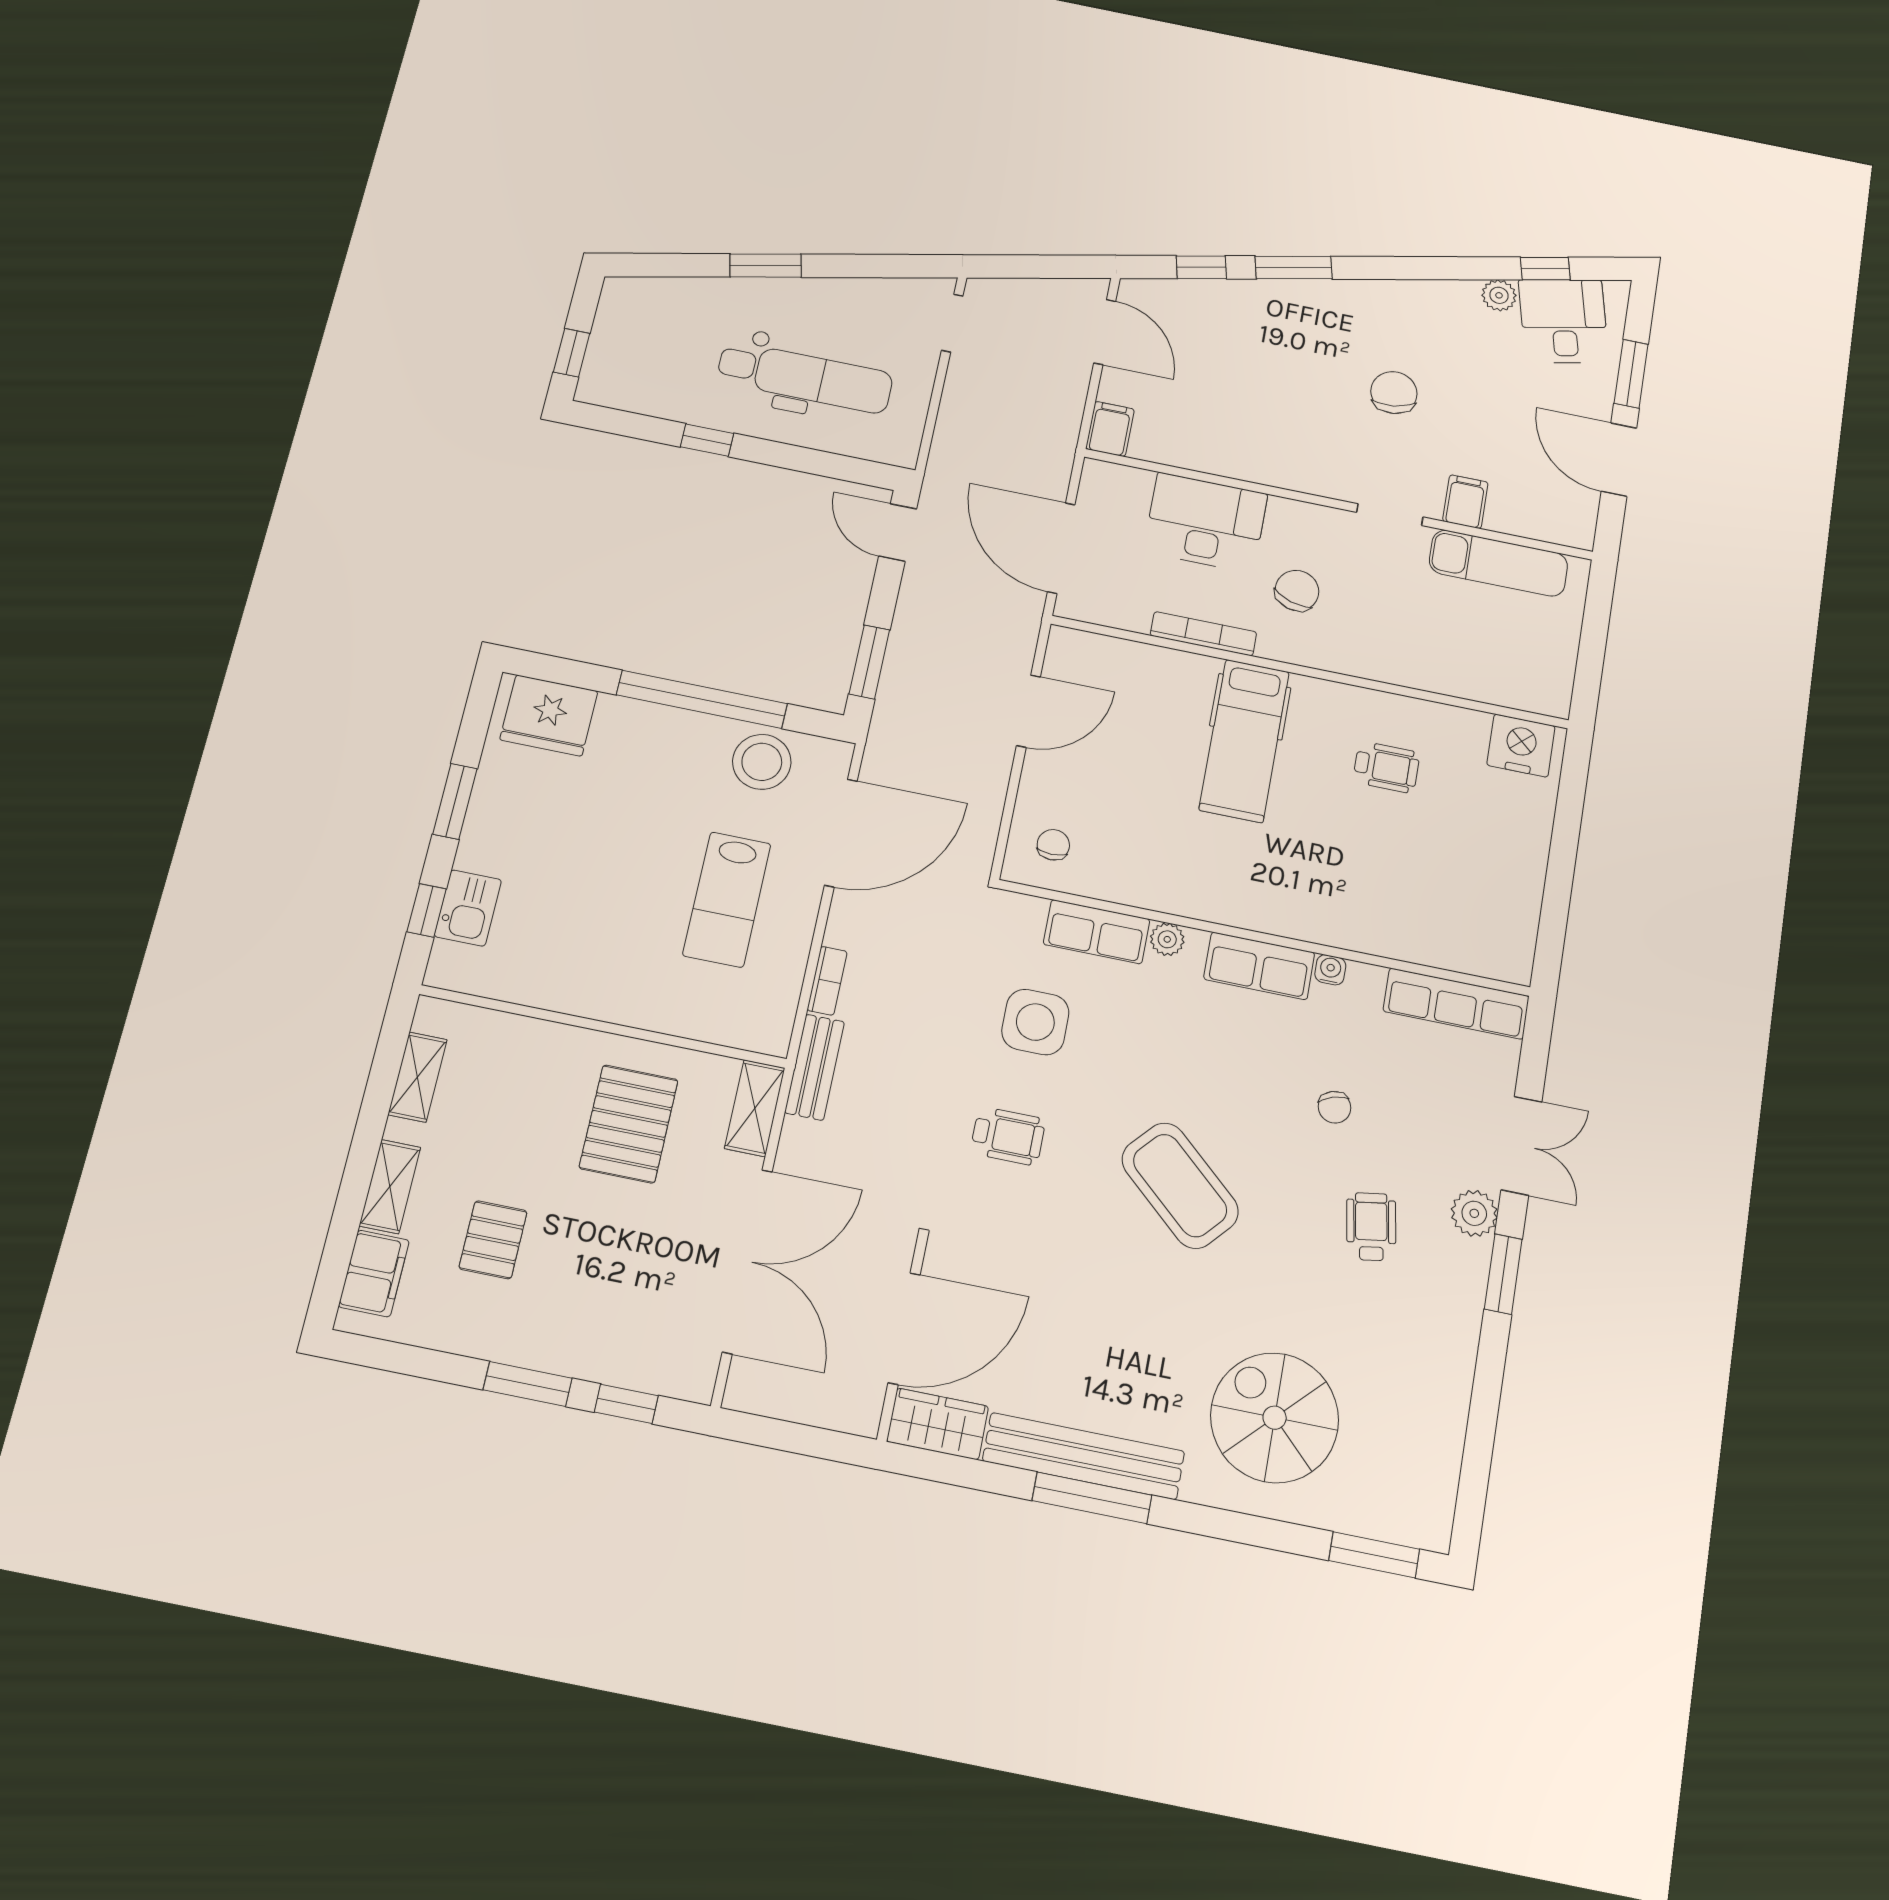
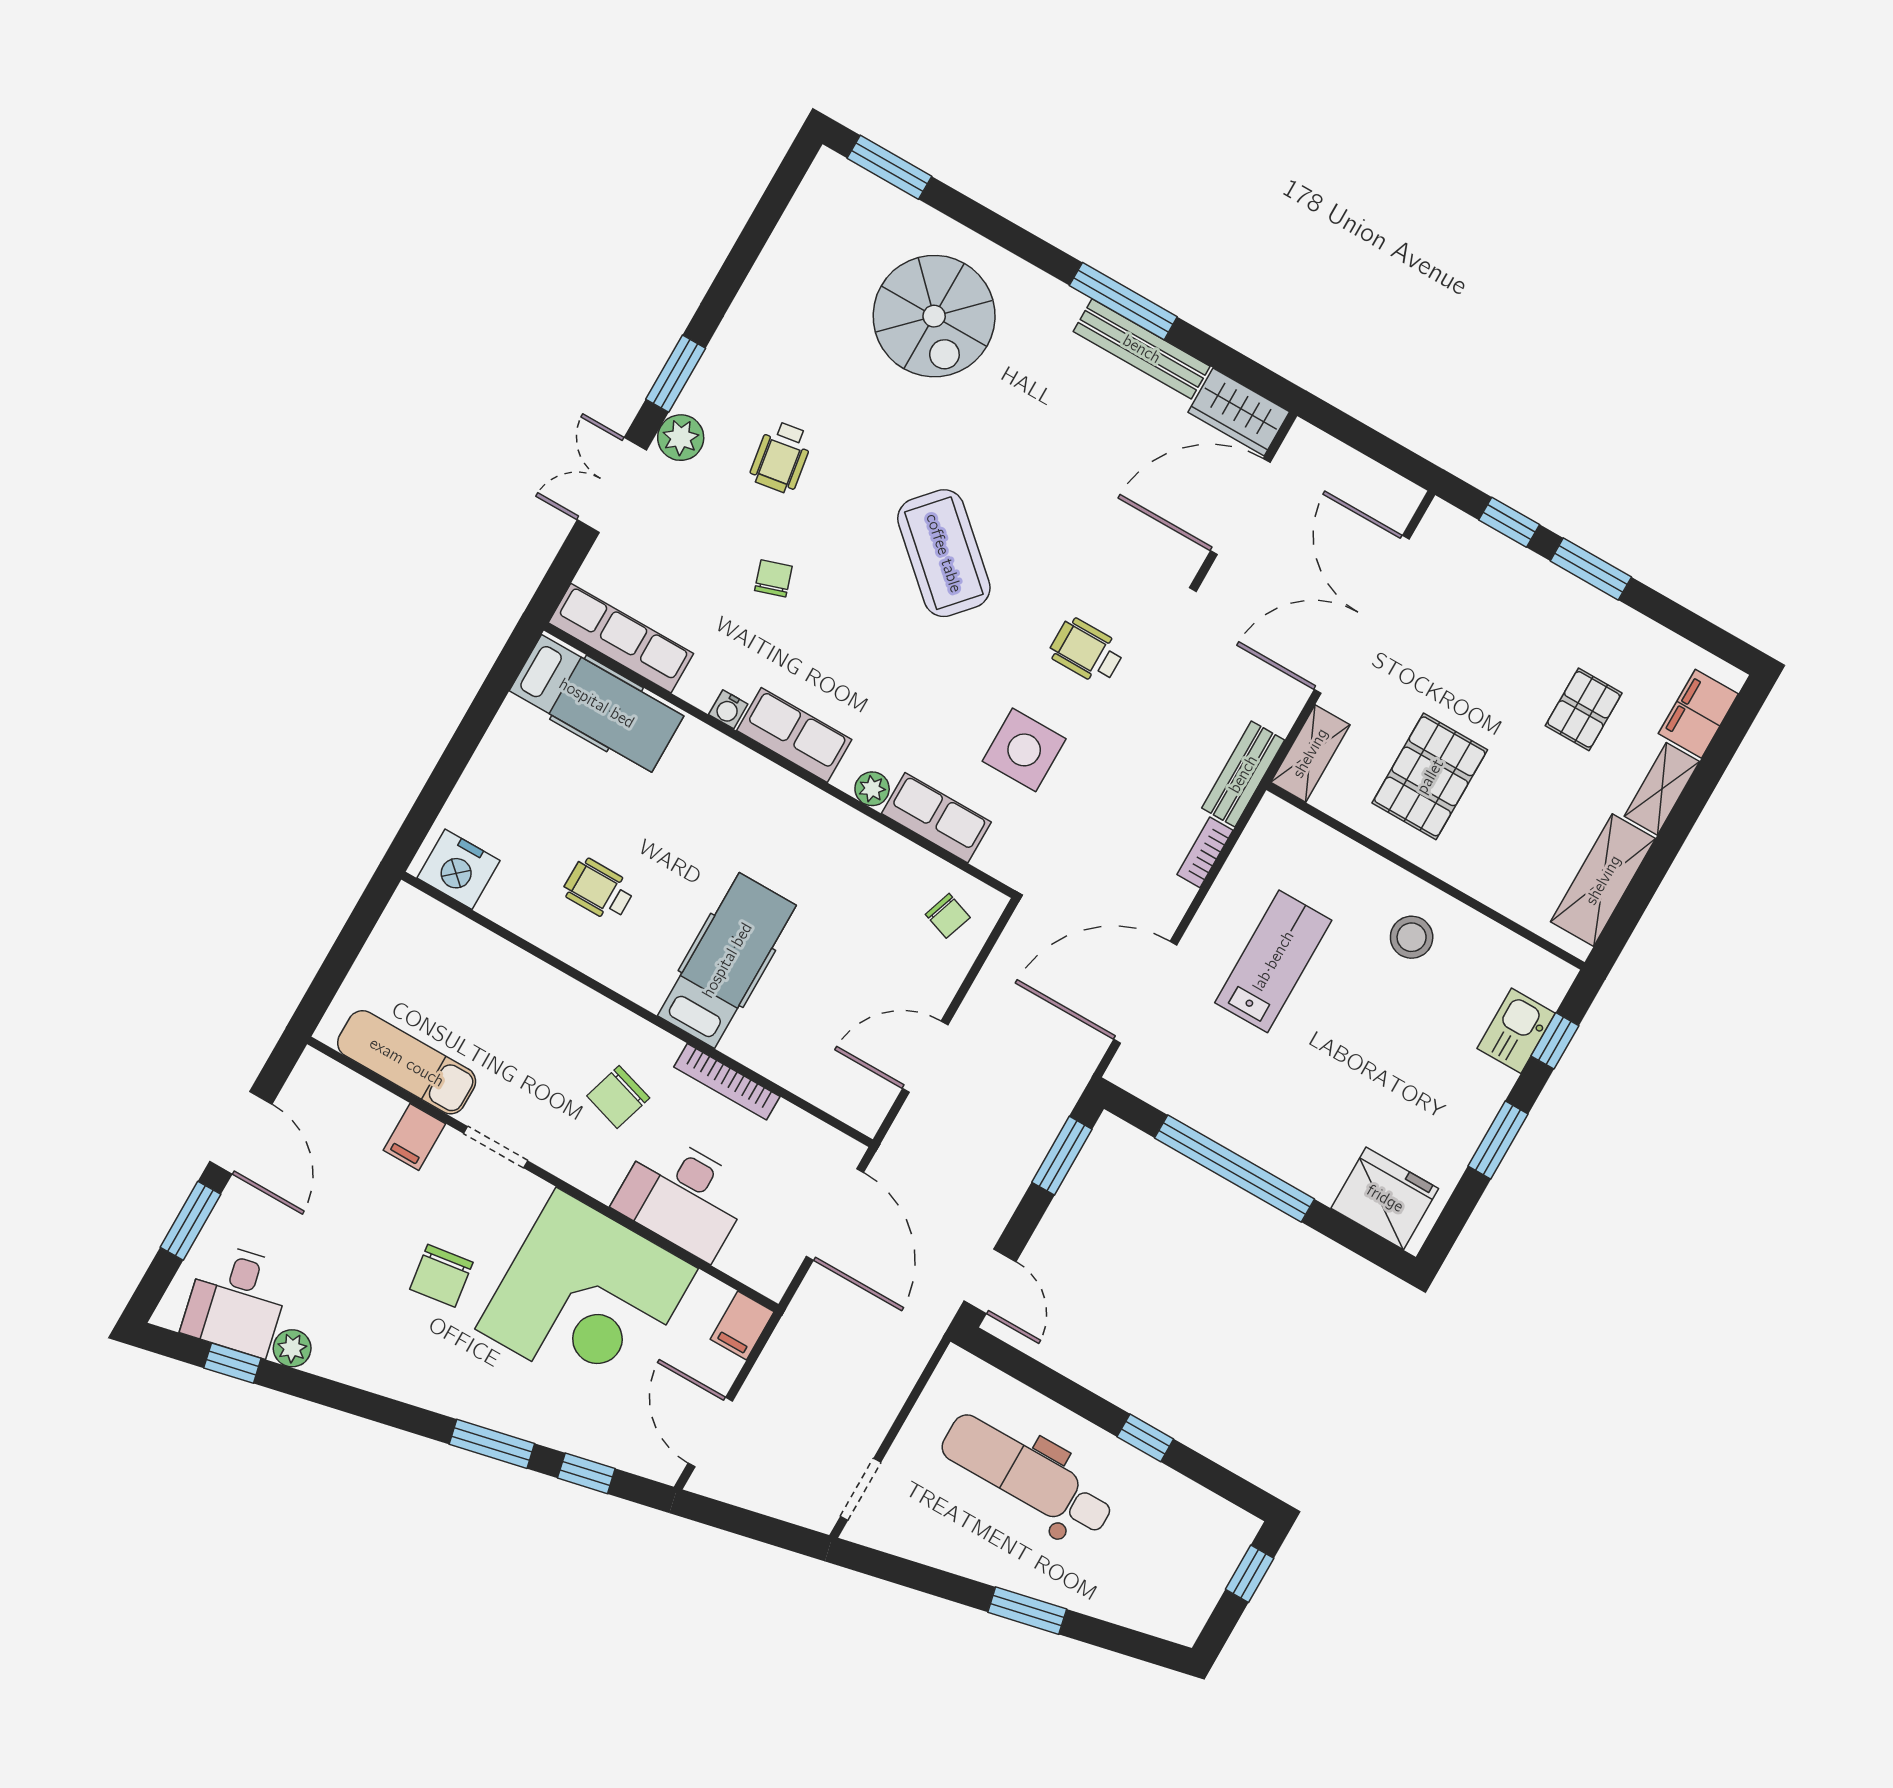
corner desk: (1258, 411) -> (587, 1299), added
stool: (762, 762) -> (1412, 937), moved, width x0.73, depth x0.73
chair: (1053, 845) -> (948, 916), turned -71
hospital bed: (1455, 936) -> (597, 703), added
shelving: (417, 1077) -> (1603, 880), width x1.50, depth x1.33
bench: (1084, 1456) -> (1142, 349), width x0.73, depth x0.82

